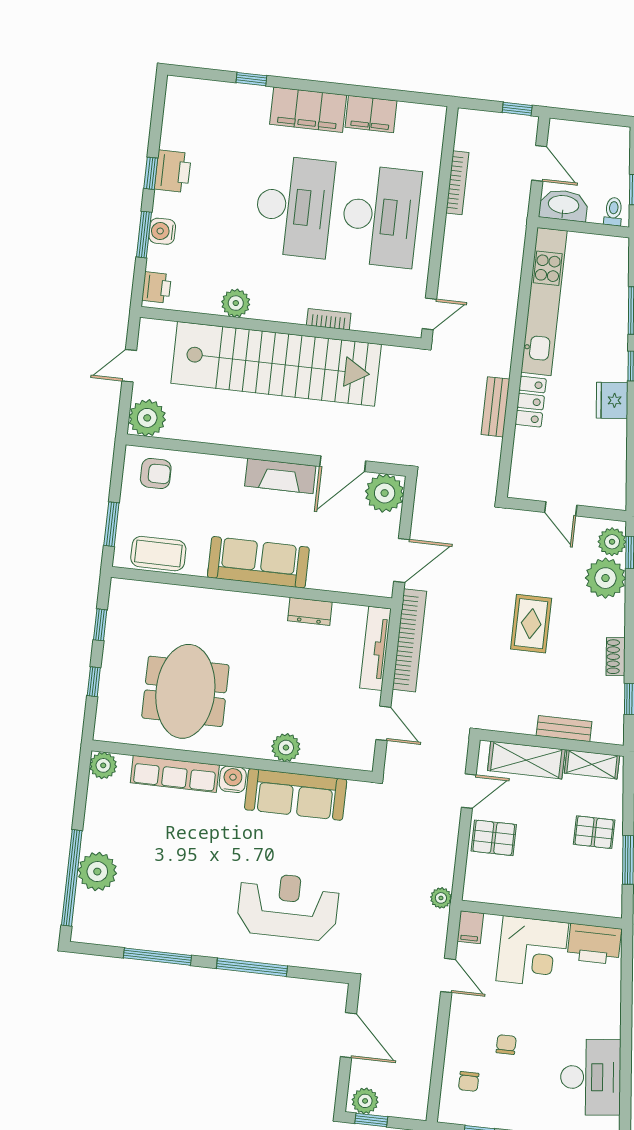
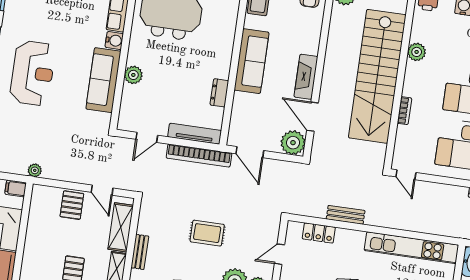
locker: (531, 402) -> (319, 233), moved

